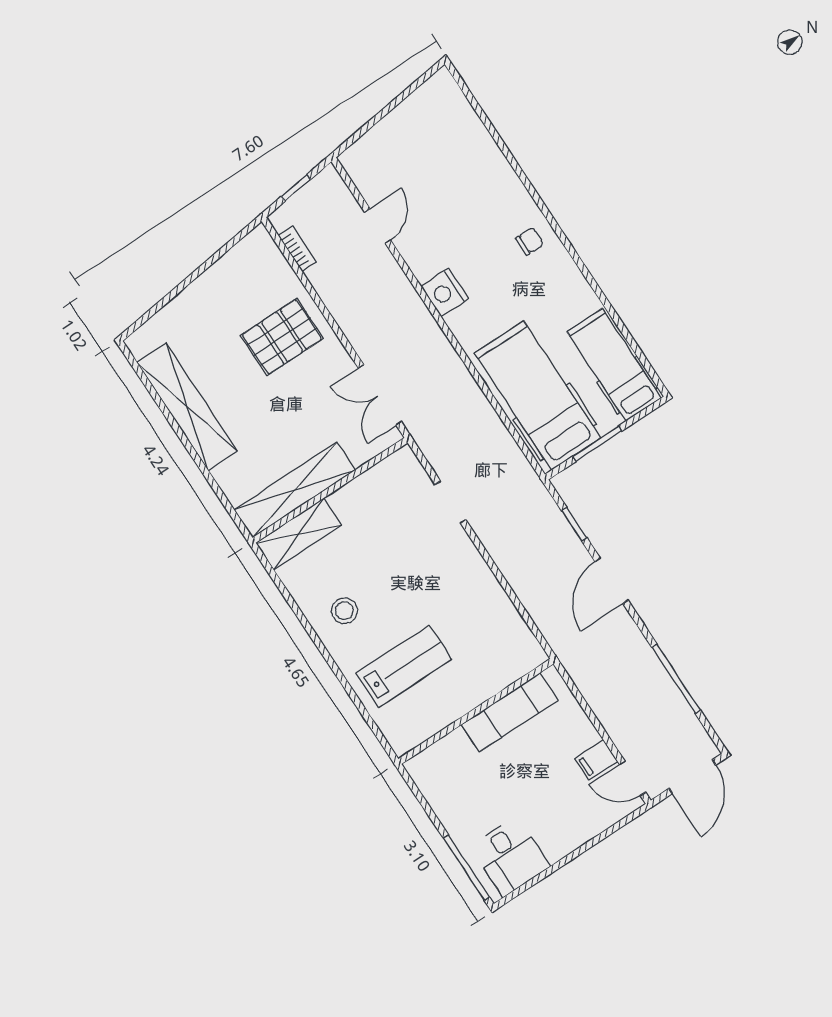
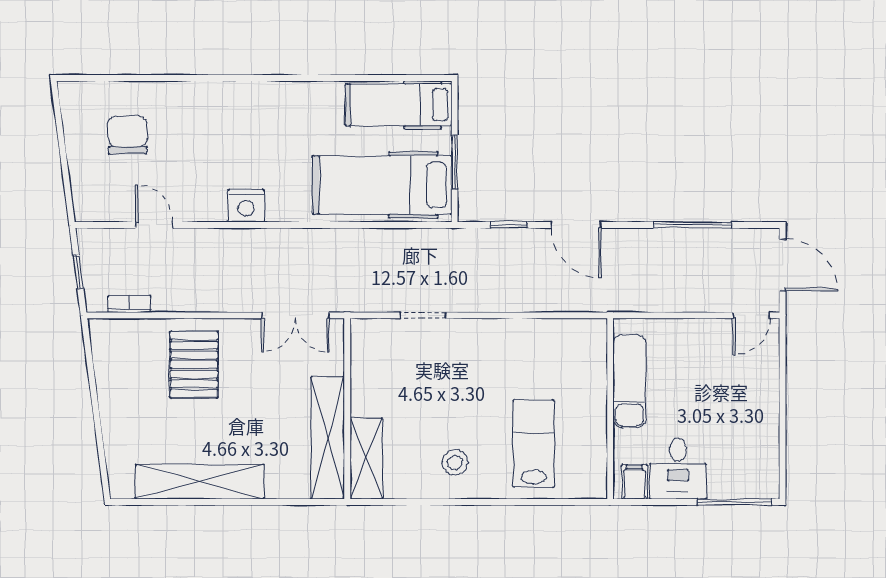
chair: (530, 241) -> (127, 135), moved, width x1.87, depth x1.87
filing cabinet: (596, 760) -> (634, 482), moved, turned 180
desk: (510, 856) -> (678, 469), moved, turned 90

